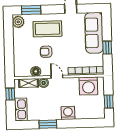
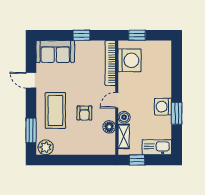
sofa: (94, 33) -> (55, 51), width x0.73
window: (109, 102) -> (137, 35), moved
washing machine: (68, 113) -> (163, 107), moved

